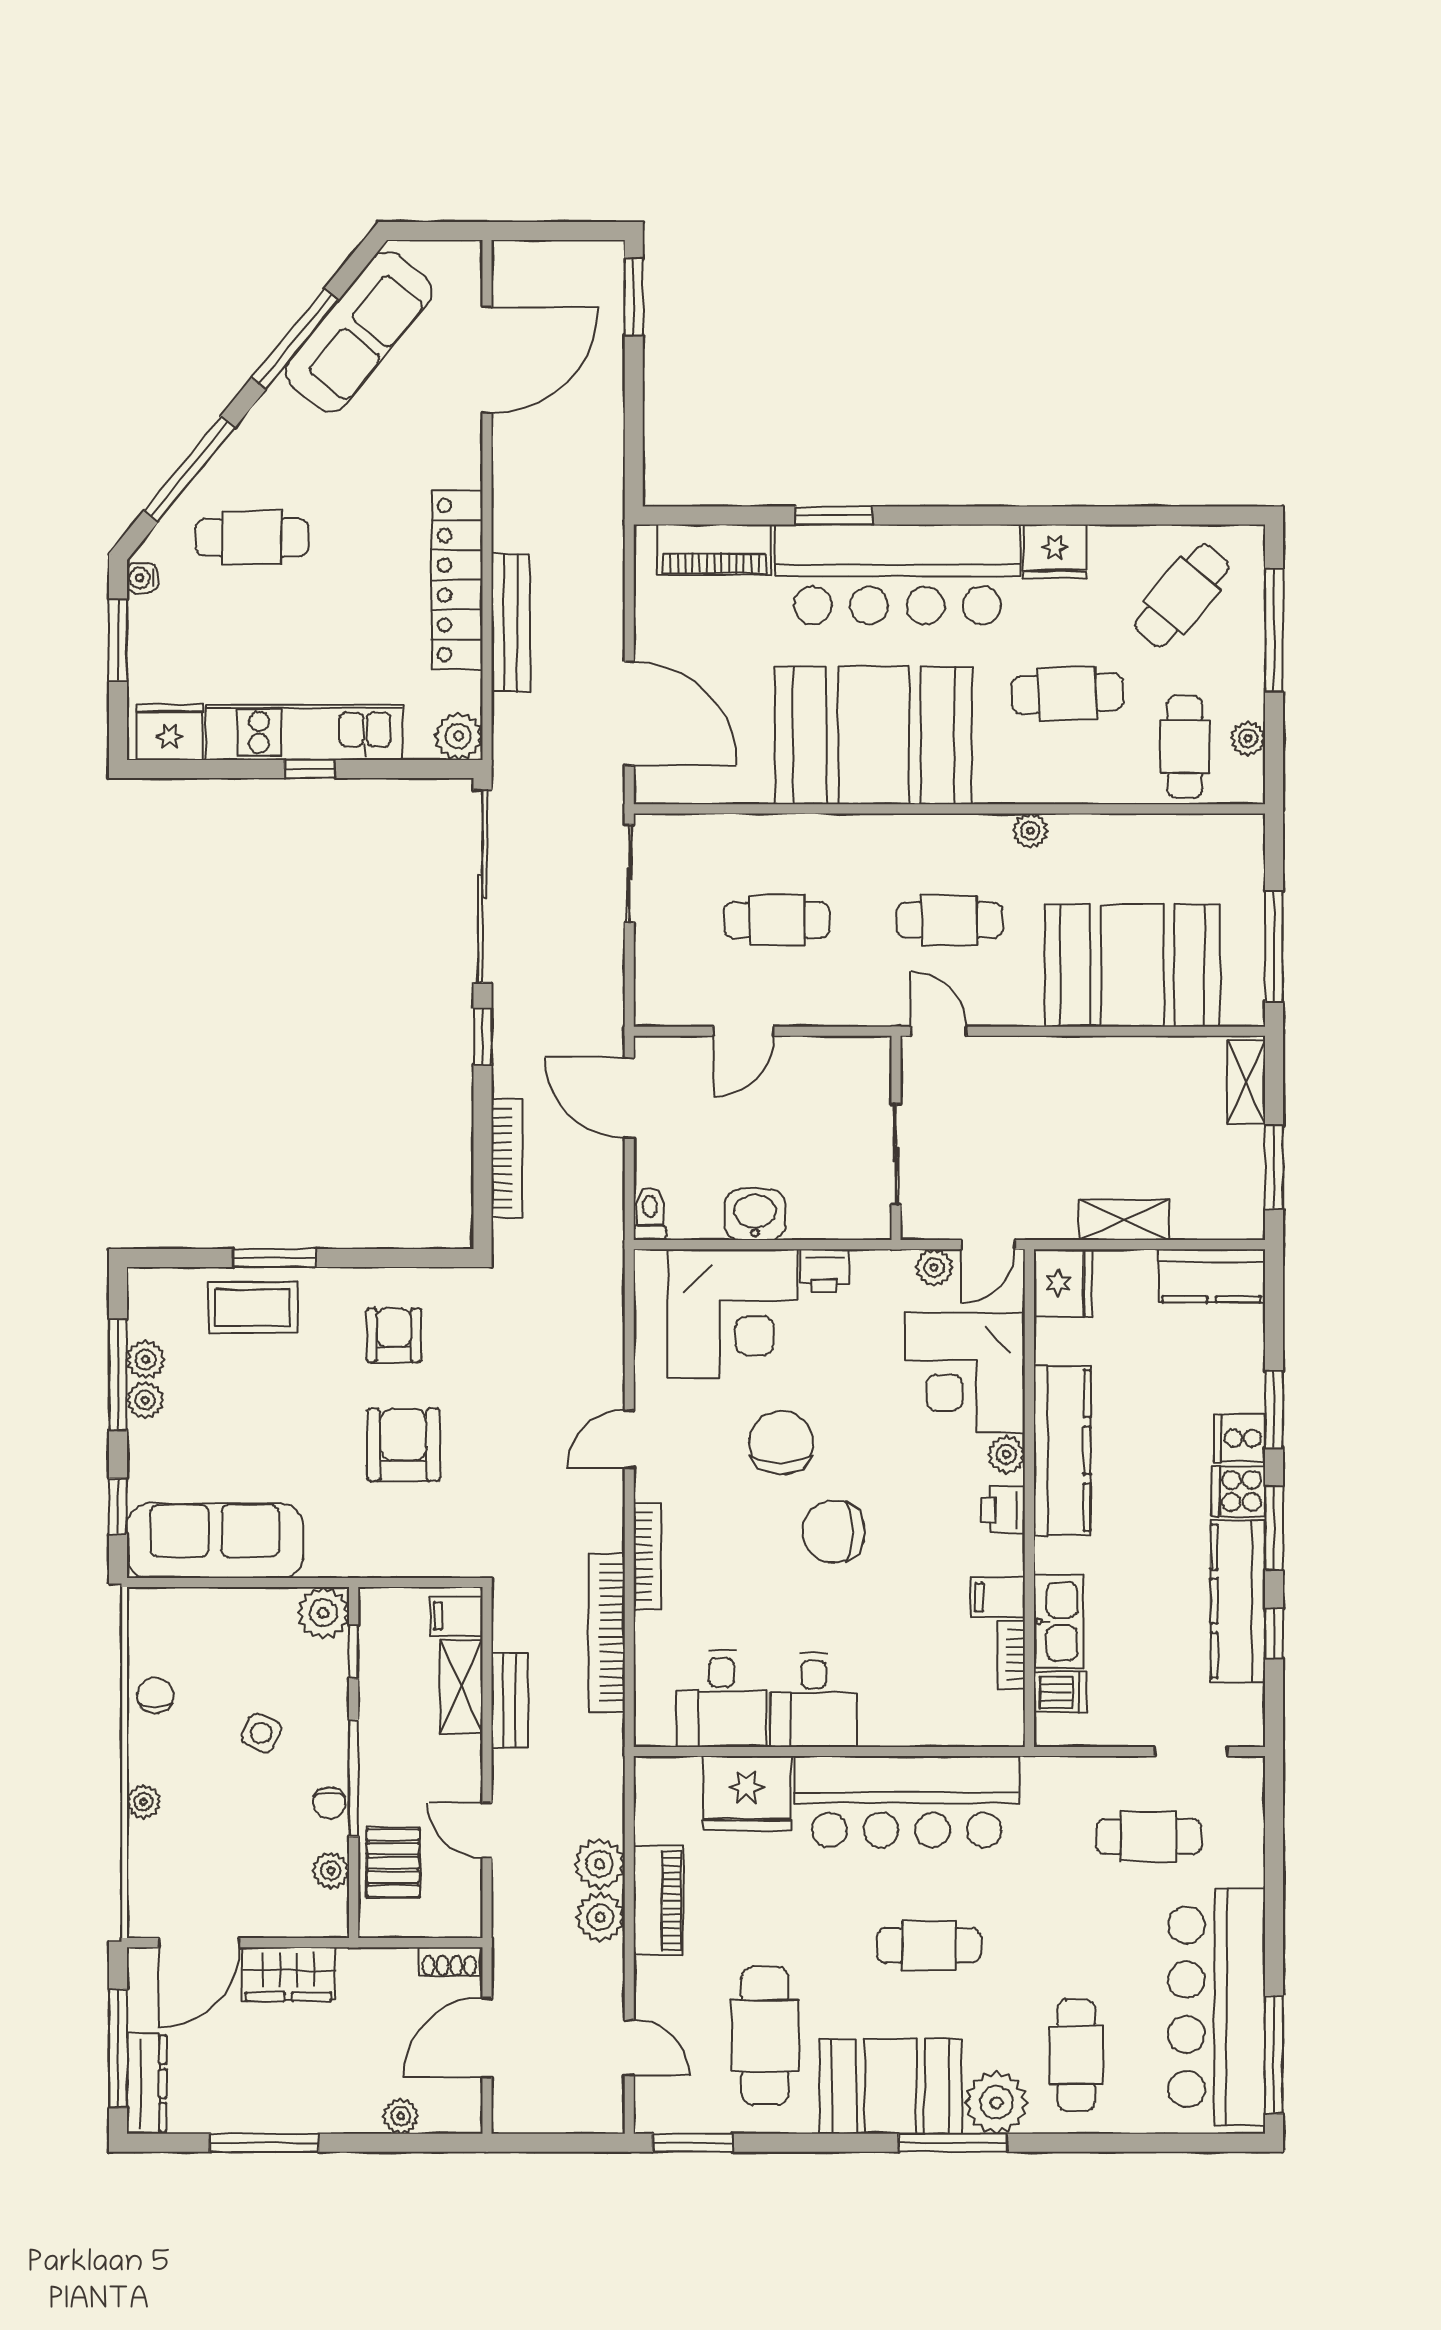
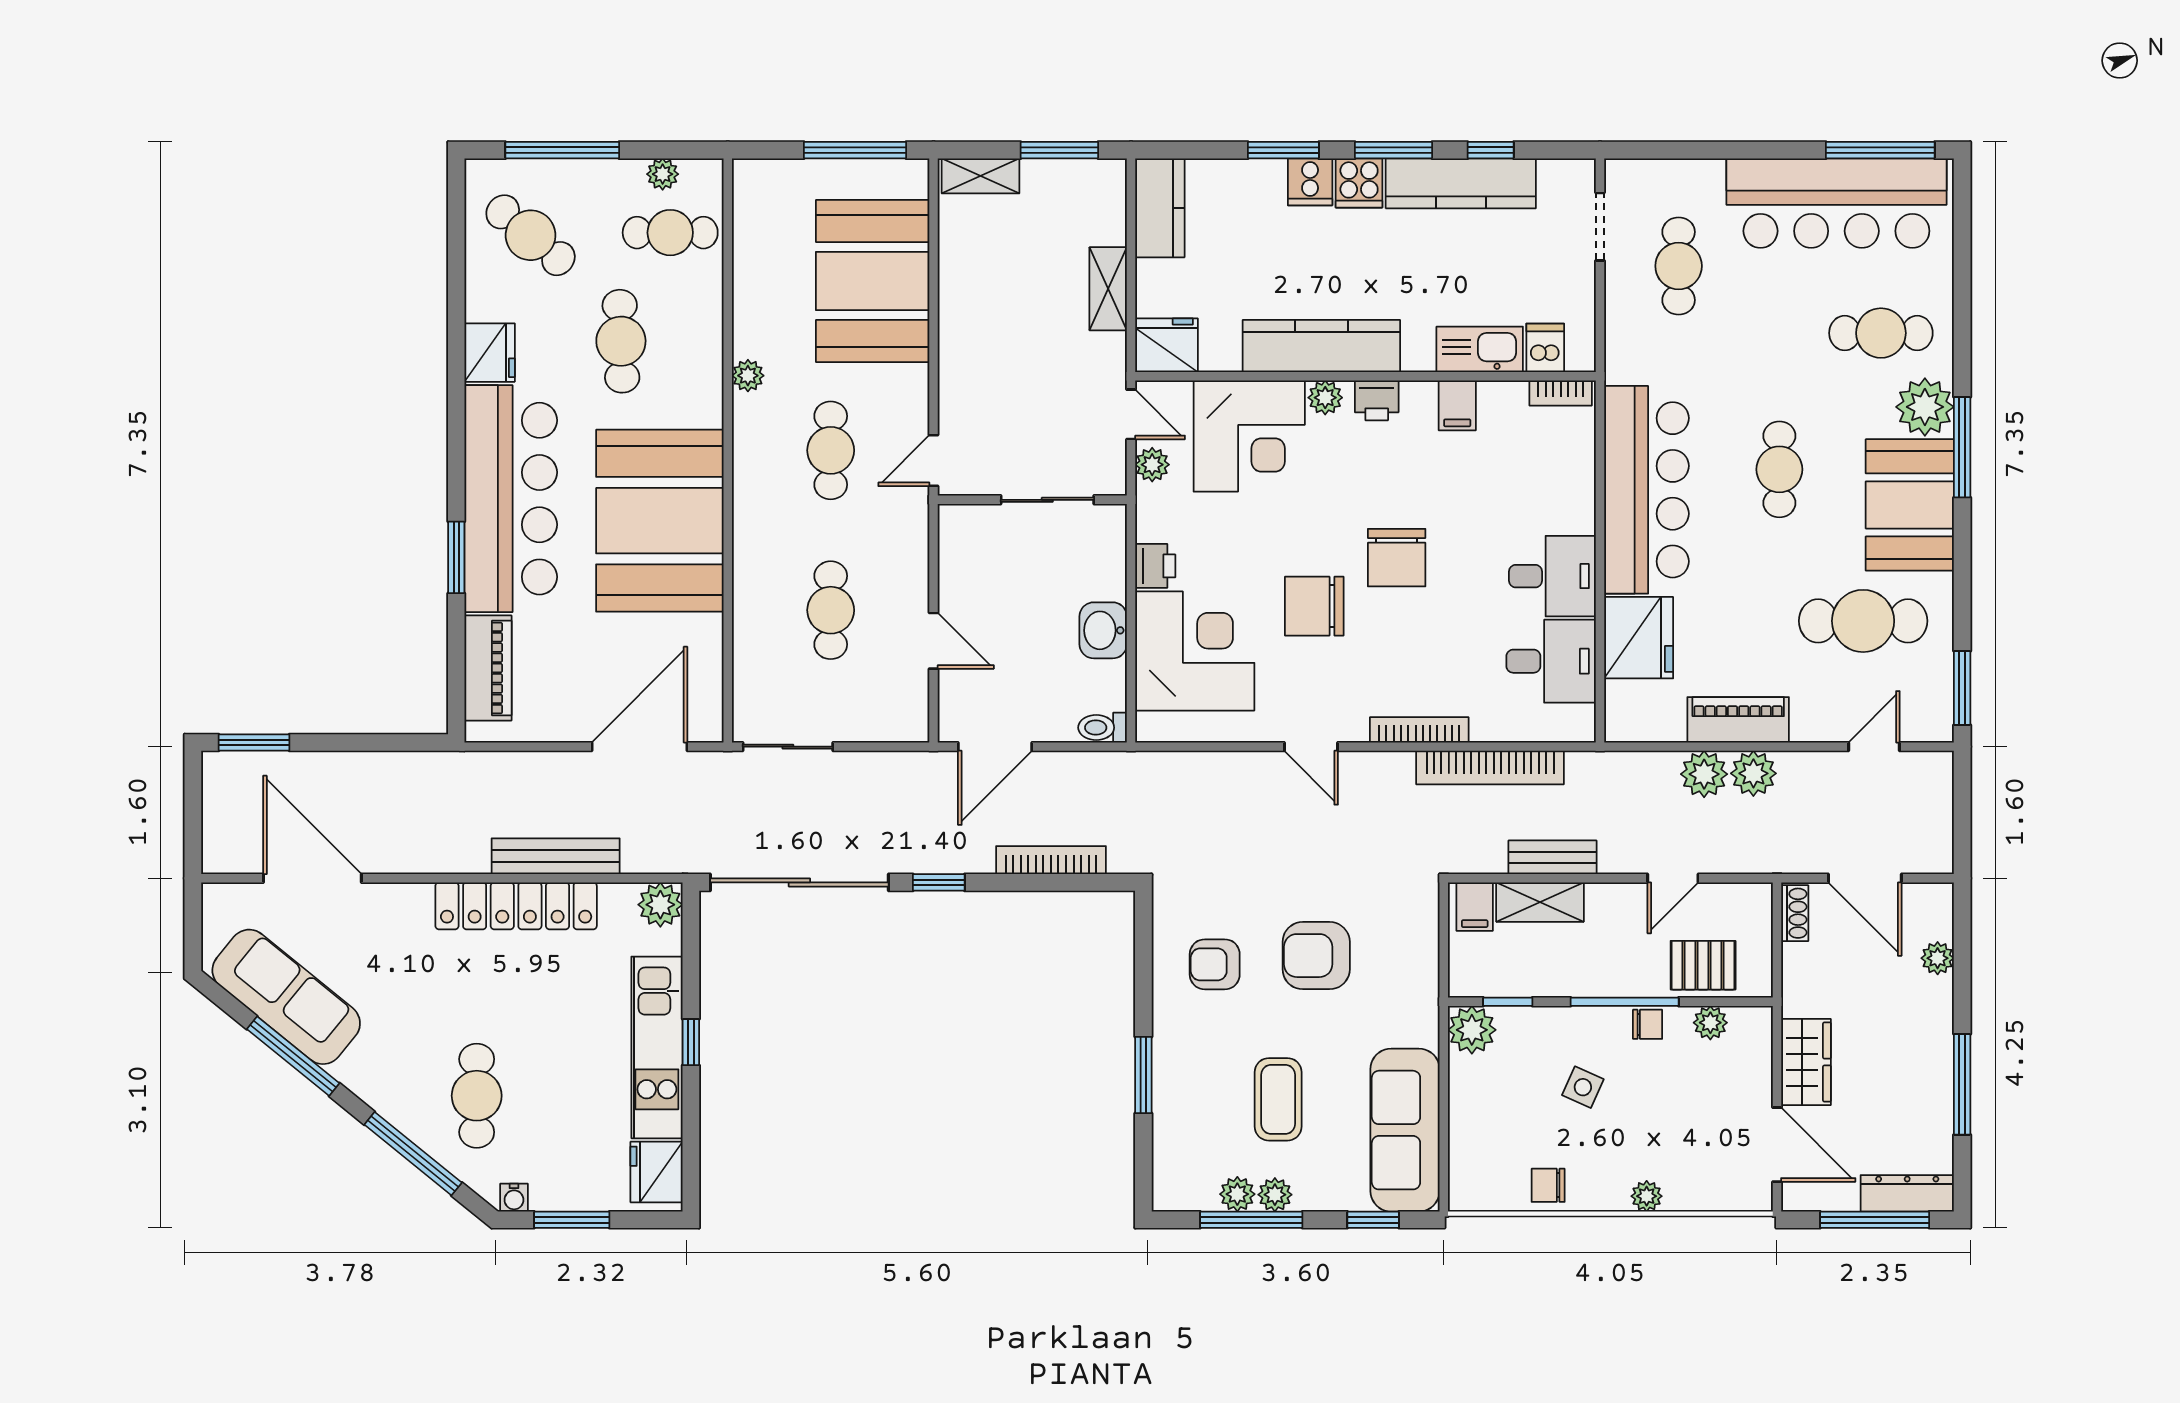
coffee table: (253, 1307) -> (1278, 1099), moved
bookcase: (1011, 1655) -> (1561, 393), moved

